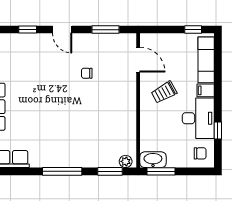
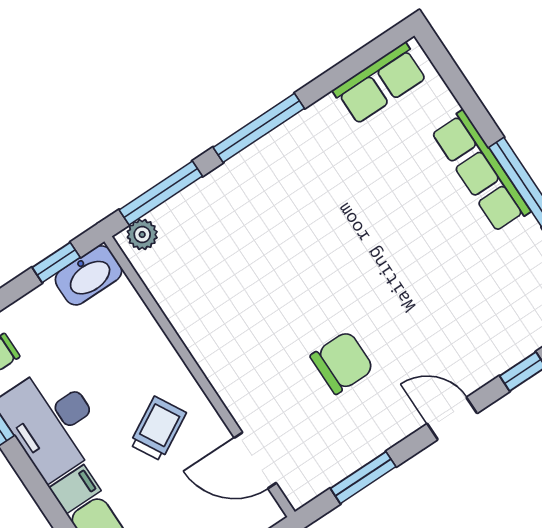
chair: (87, 73) -> (342, 362), width x1.87, depth x1.87
window: (110, 171) -> (161, 193), width x1.44
window: (161, 171) -> (56, 262), width x0.67

